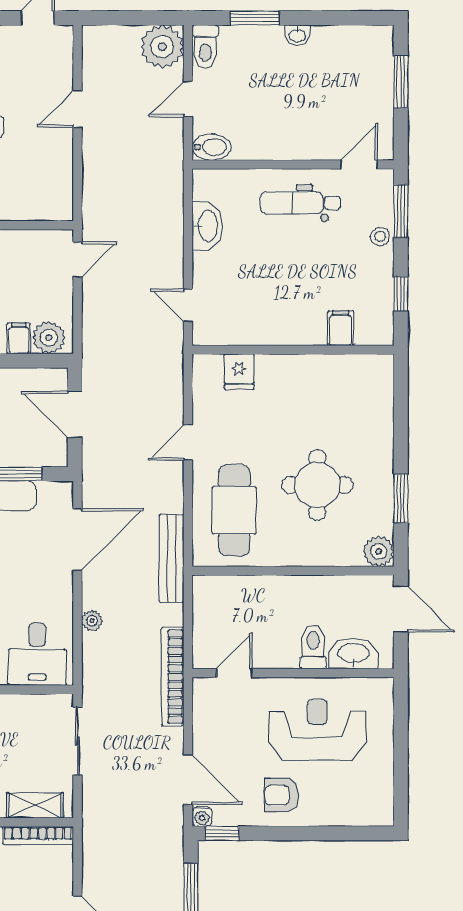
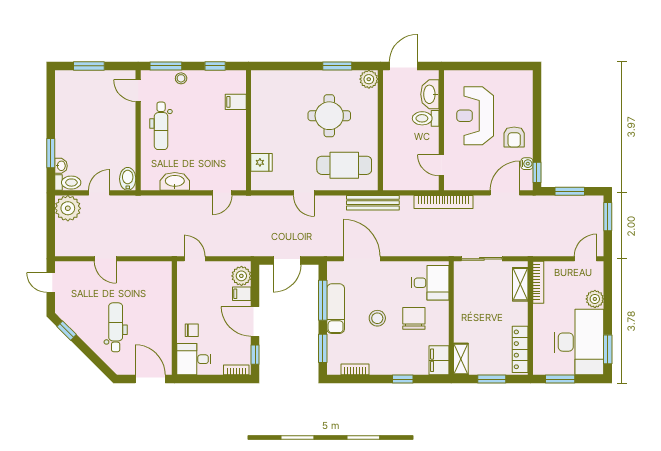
washbasin: (297, 35) -> (61, 166), moved
door: (188, 99) -> (99, 193), swing flipped
plant: (92, 621) -> (410, 250), removed
water cooler: (202, 817) -> (527, 164), moved

